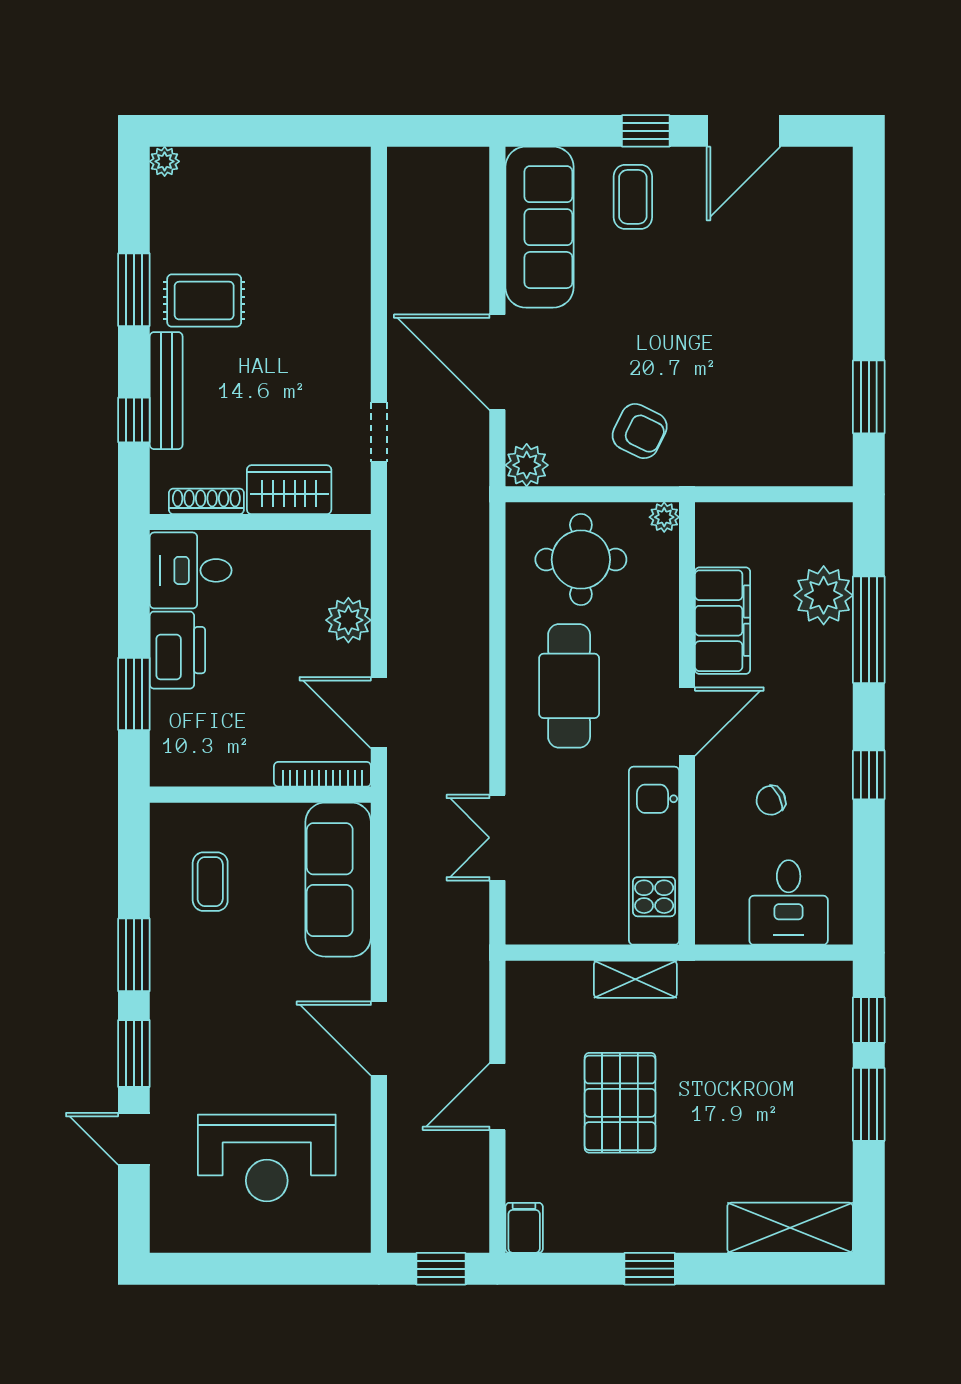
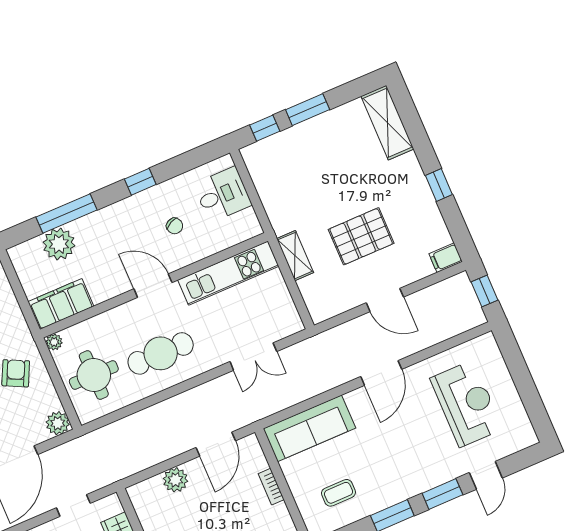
filing cabinet: (723, 621) -> (61, 304), moved
bookcase: (322, 774) -> (271, 487), moved, width x0.64

